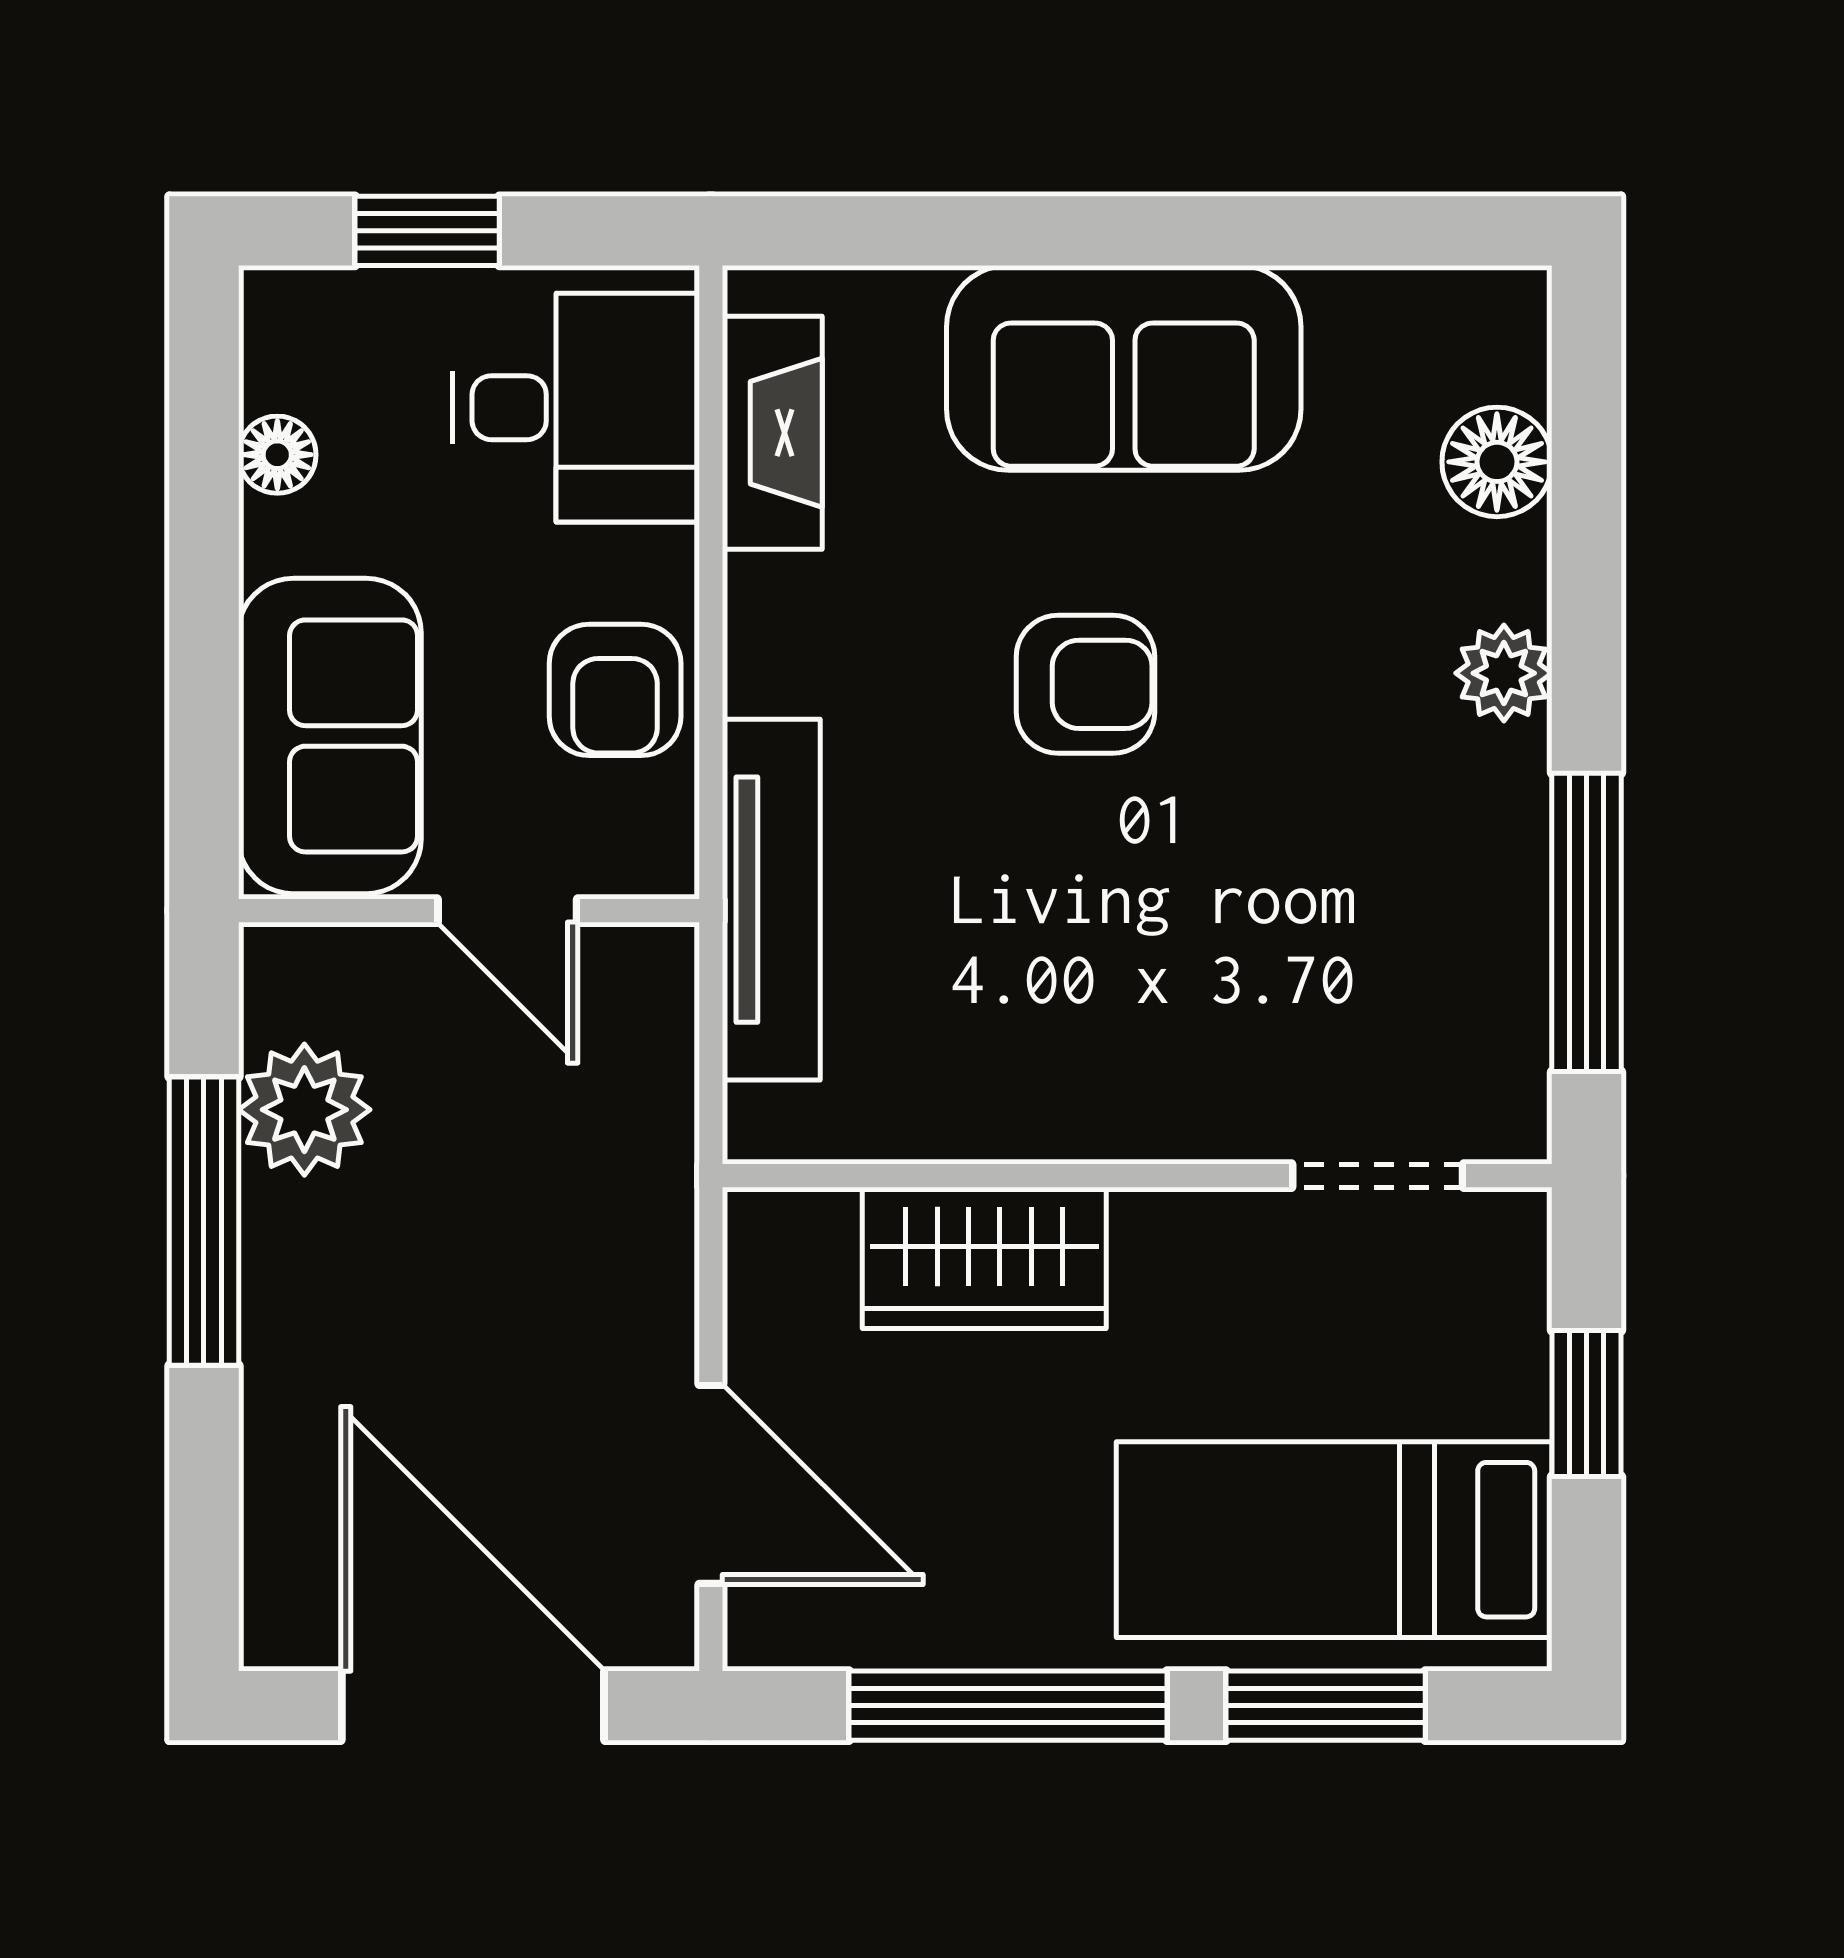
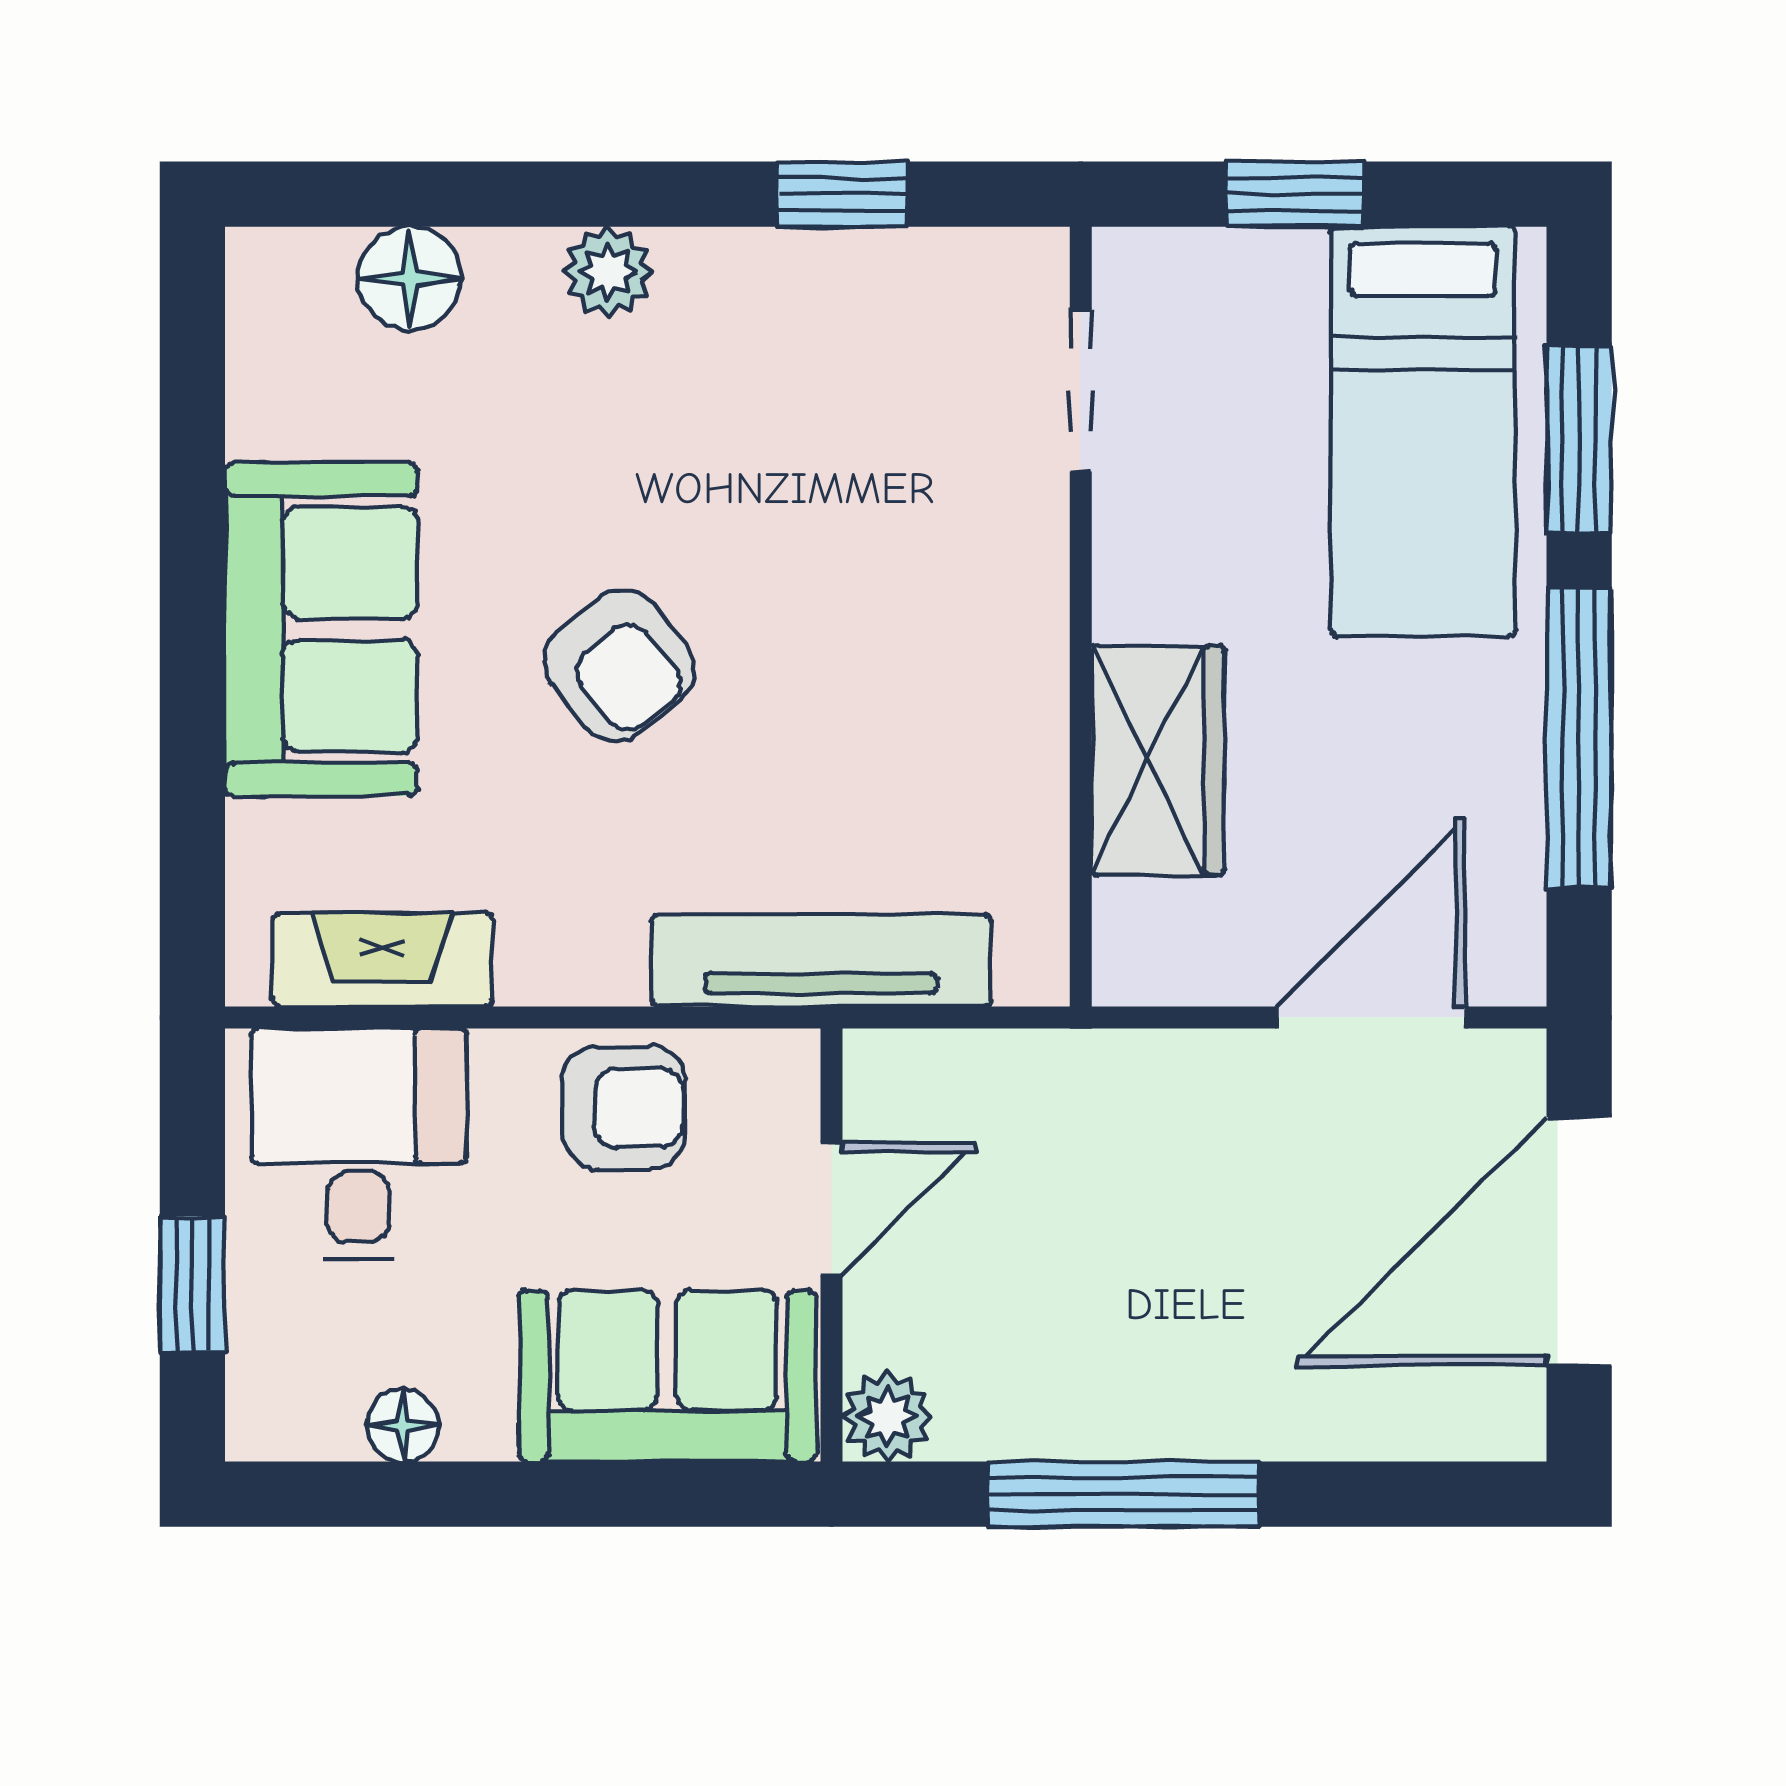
armchair: (1086, 684) -> (619, 665), turned 141
window: (1586, 922) -> (843, 194), width x0.46
plant: (304, 1110) -> (887, 1417), moved, width x0.73, depth x0.73

